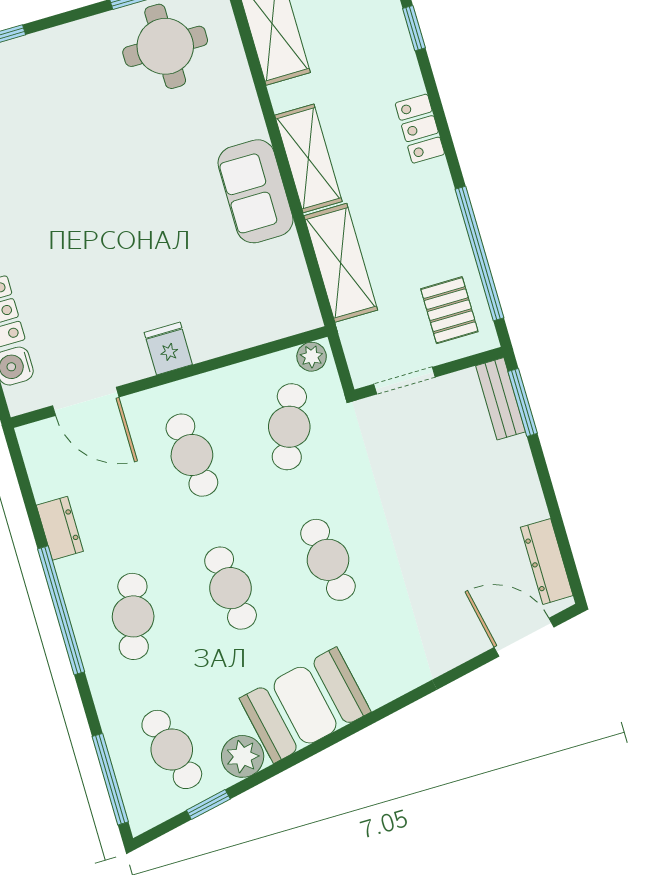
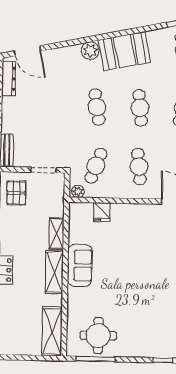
shelving: (341, 263) -> (57, 234), width x0.67, depth x0.75
fridge: (168, 349) -> (102, 212), moved
plant: (243, 756) -> (90, 51), moved

